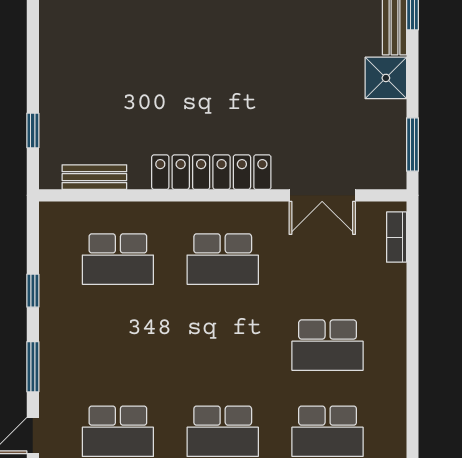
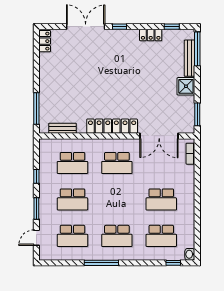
window: (33, 130) -> (36, 109), width x2.17
double door: (322, 195) -> (159, 136), width x1.37
school desk: (118, 345) -> (72, 199), added

